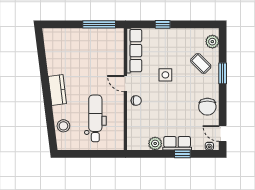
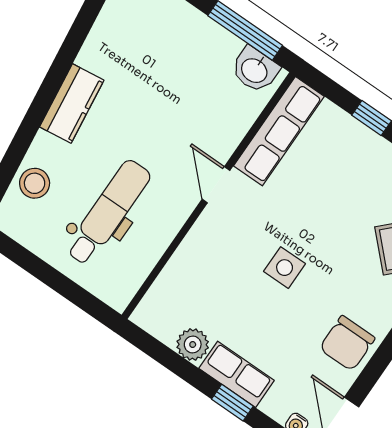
washbasin: (112, 35) -> (255, 70), added
side table: (165, 75) -> (285, 268), moved
chair: (136, 101) -> (214, 233), removed

